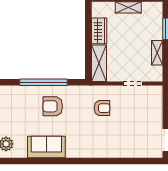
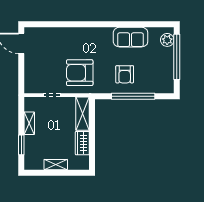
armchair: (53, 106) -> (125, 74), turned 90
armchair: (102, 108) -> (80, 73), width x1.88, depth x1.88

